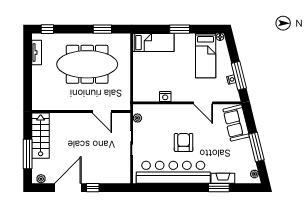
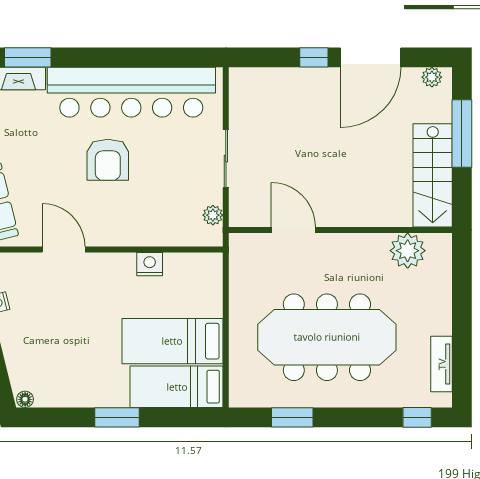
bed: (206, 56) -> (172, 341), moved, turned -90
plant: (52, 102) -> (408, 251), added

